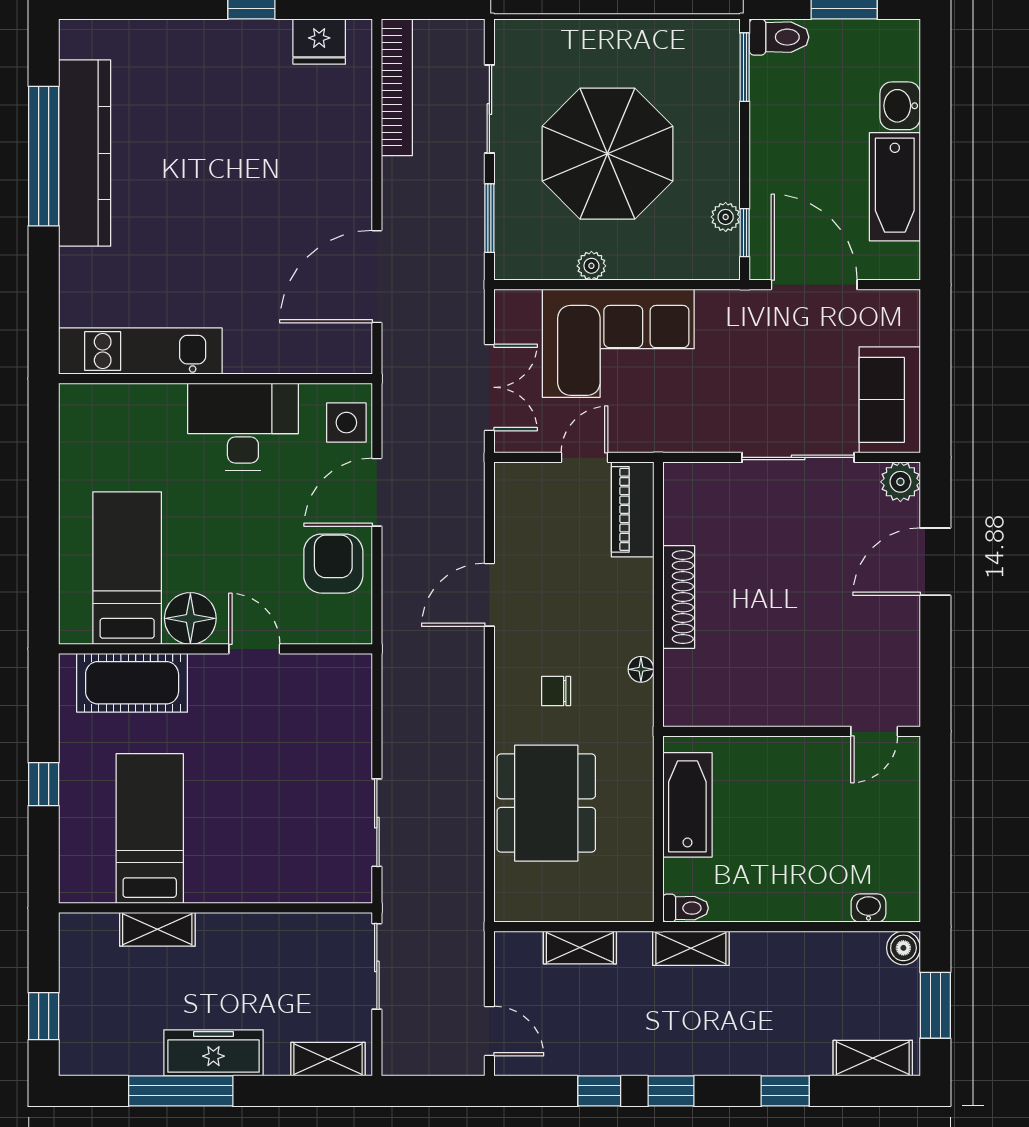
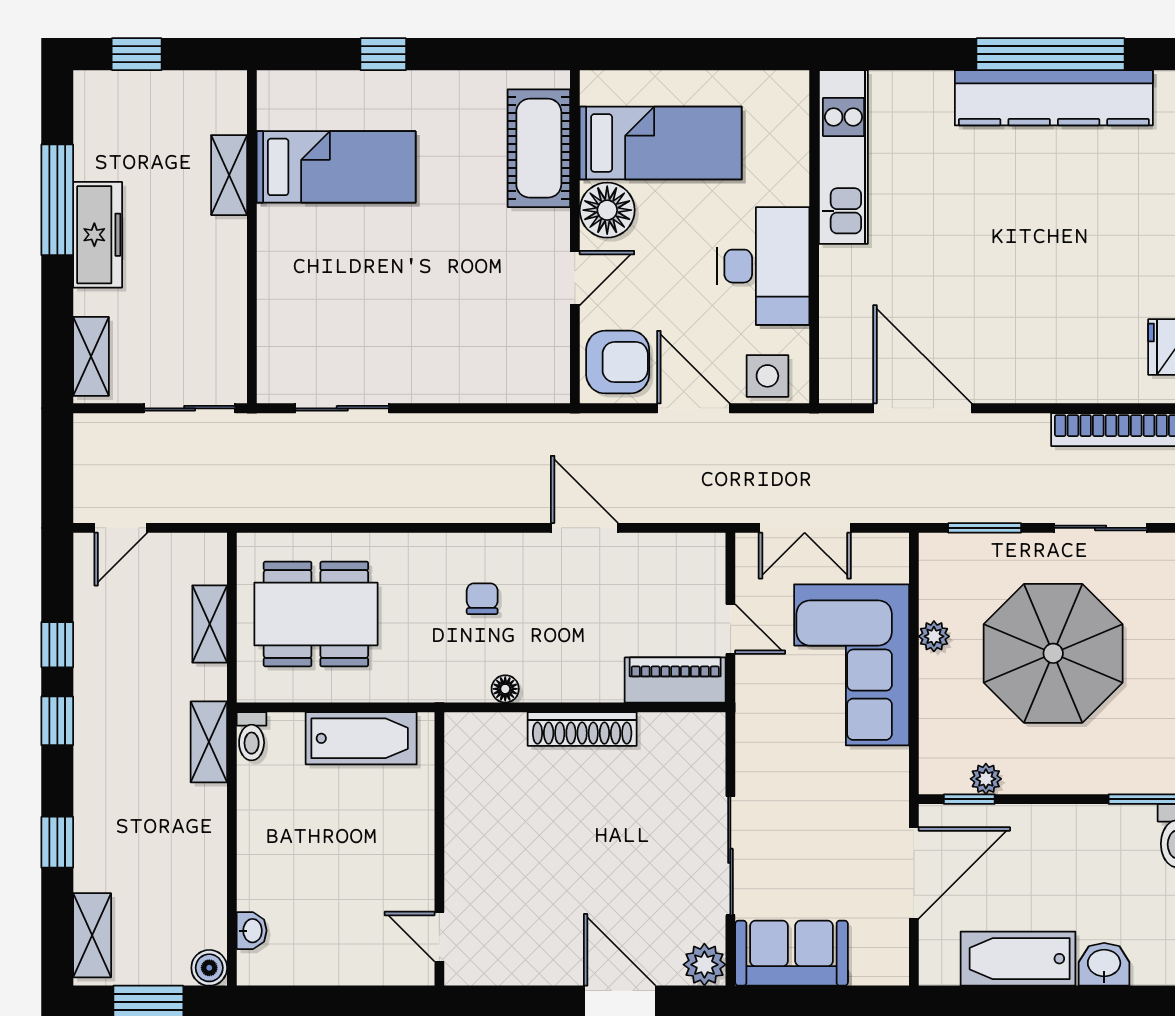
bed: (127, 568) -> (661, 143), moved
floor lamp: (190, 618) -> (607, 210), moved
wall: (215, 649) -> (575, 237), moved
door: (254, 649) -> (575, 278), moved
cot: (132, 683) -> (539, 148), moved
dining table: (546, 803) -> (316, 614), moved

